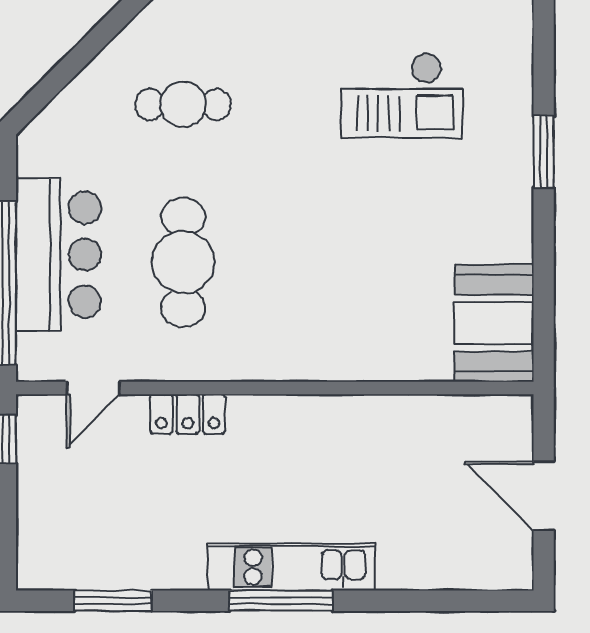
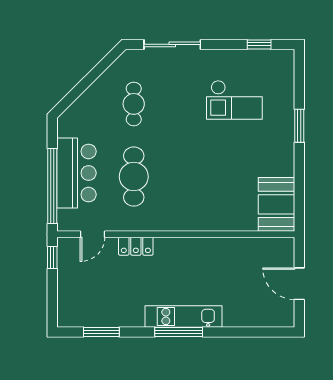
cafe table: (183, 104) -> (134, 104), turned 90

